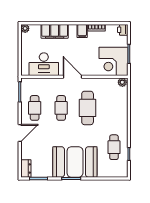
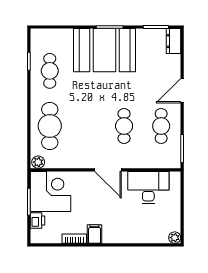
printer: (123, 30) -> (37, 220), moved
filing cabinet: (55, 31) -> (133, 234), removed
cafe table: (88, 108) -> (50, 126), moved

